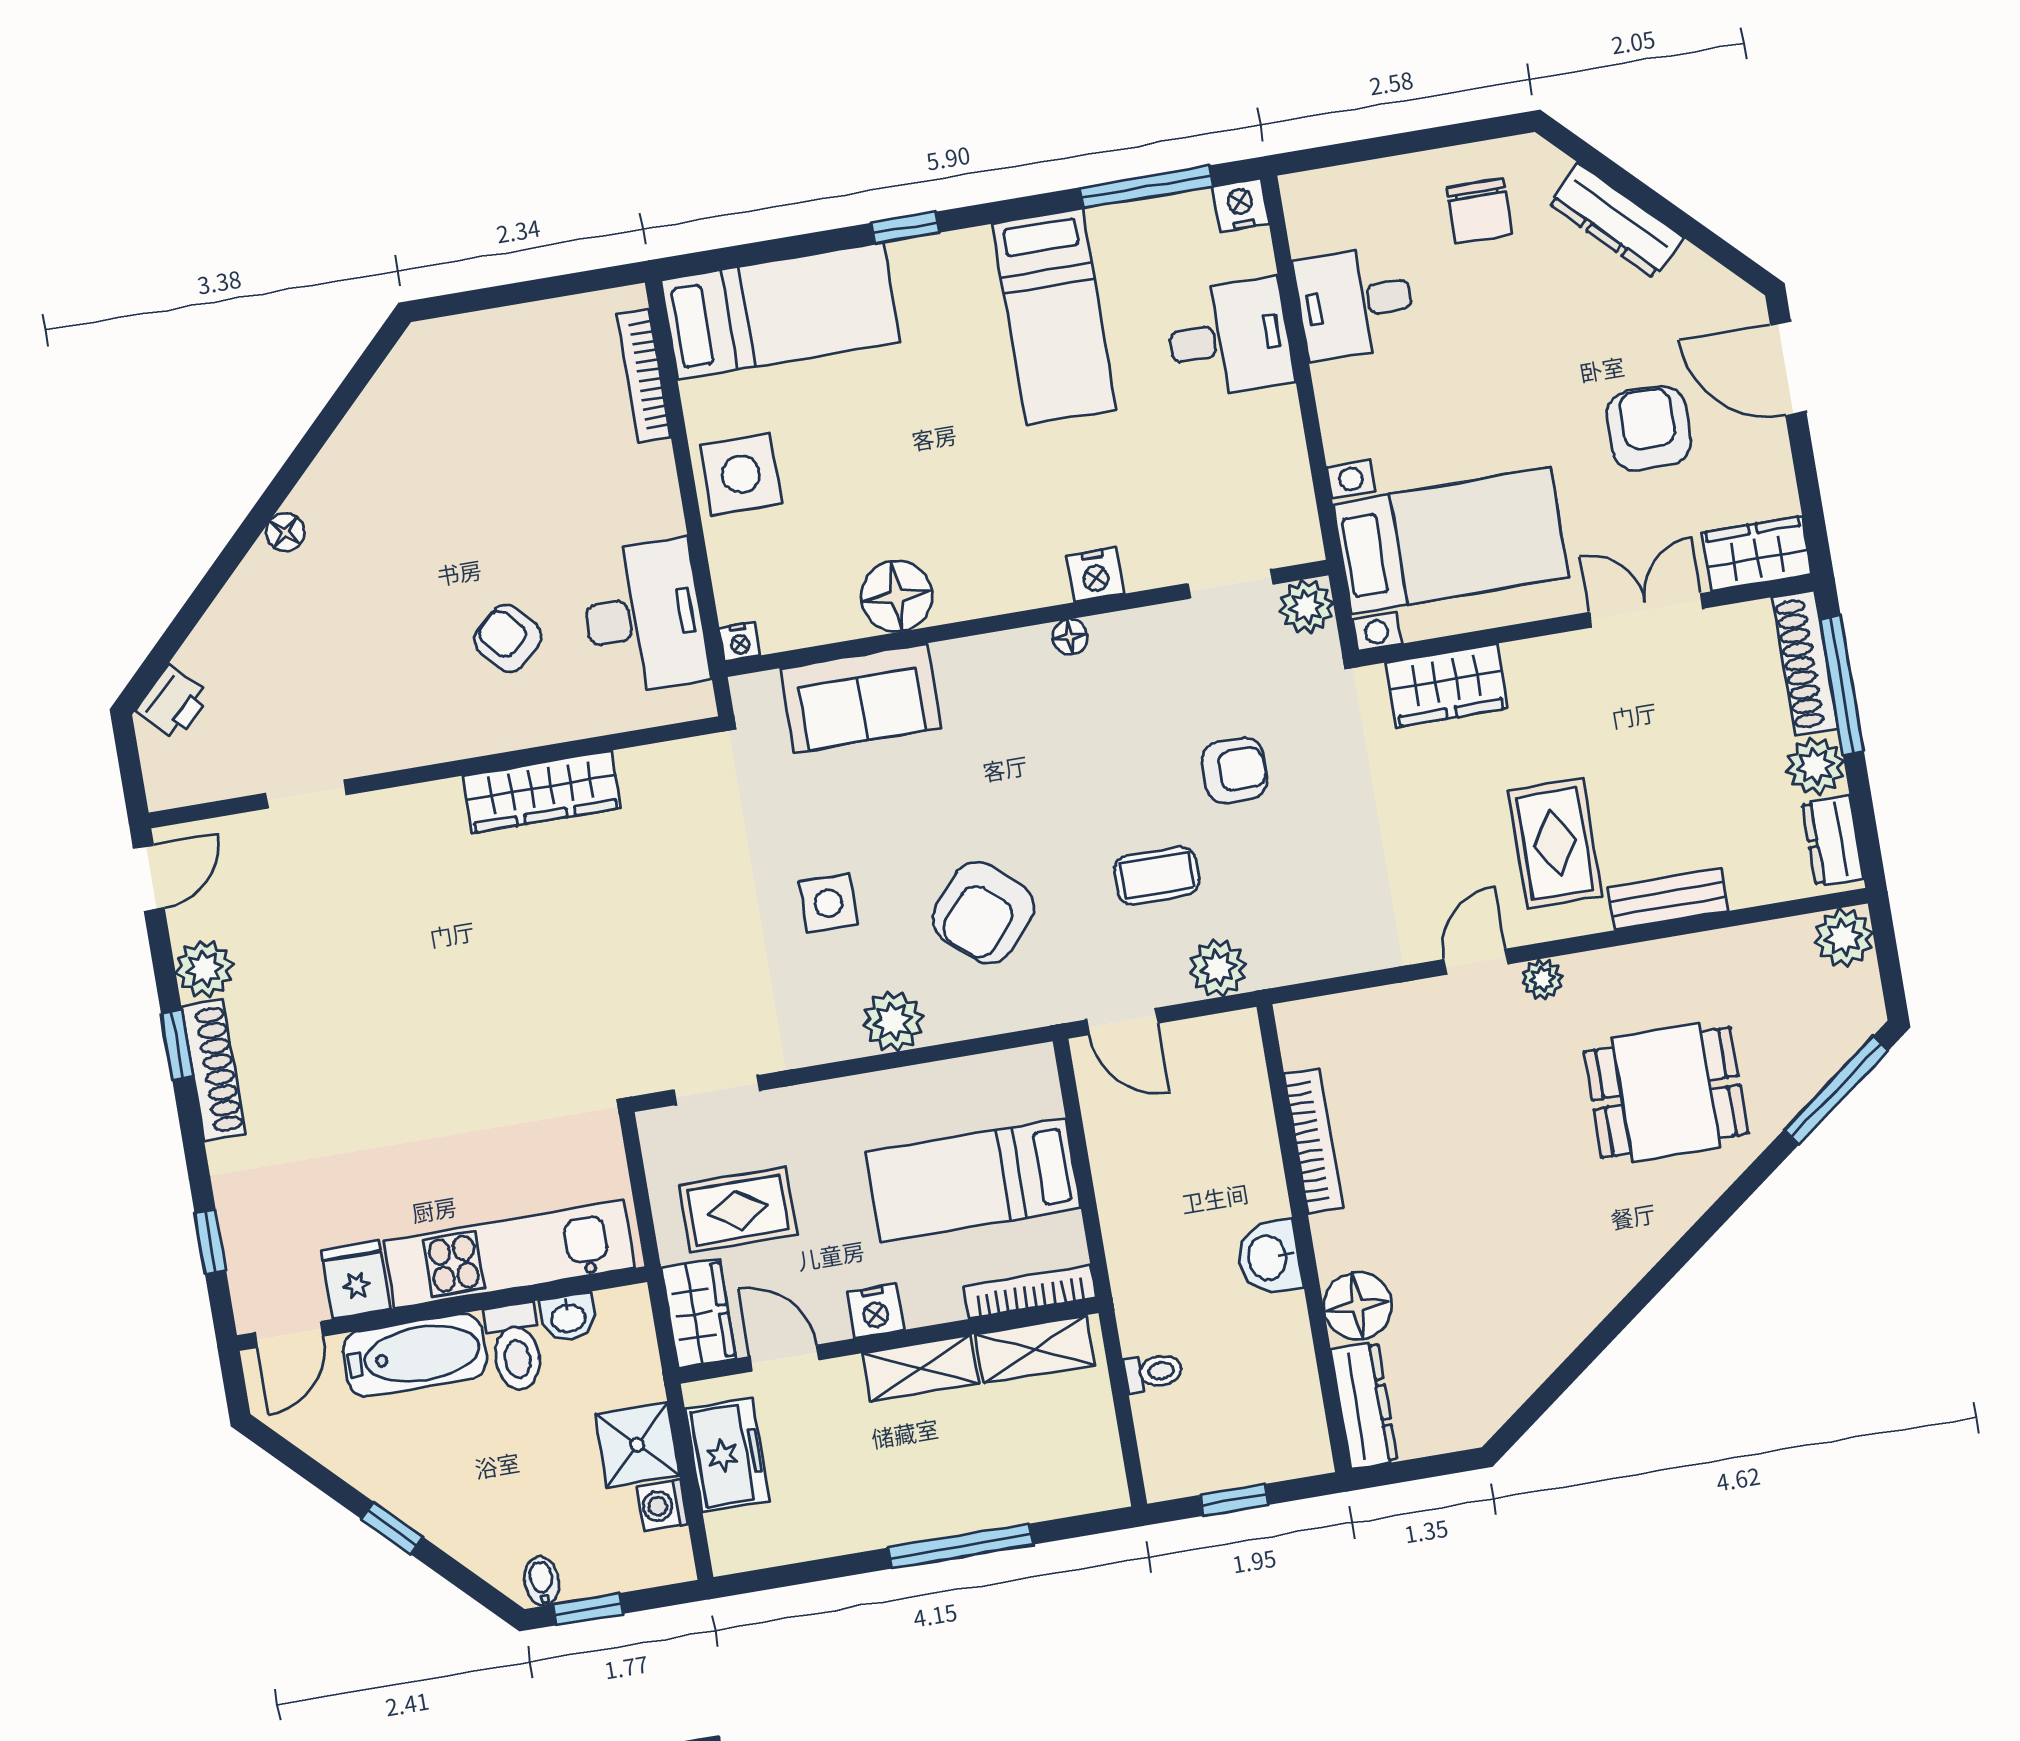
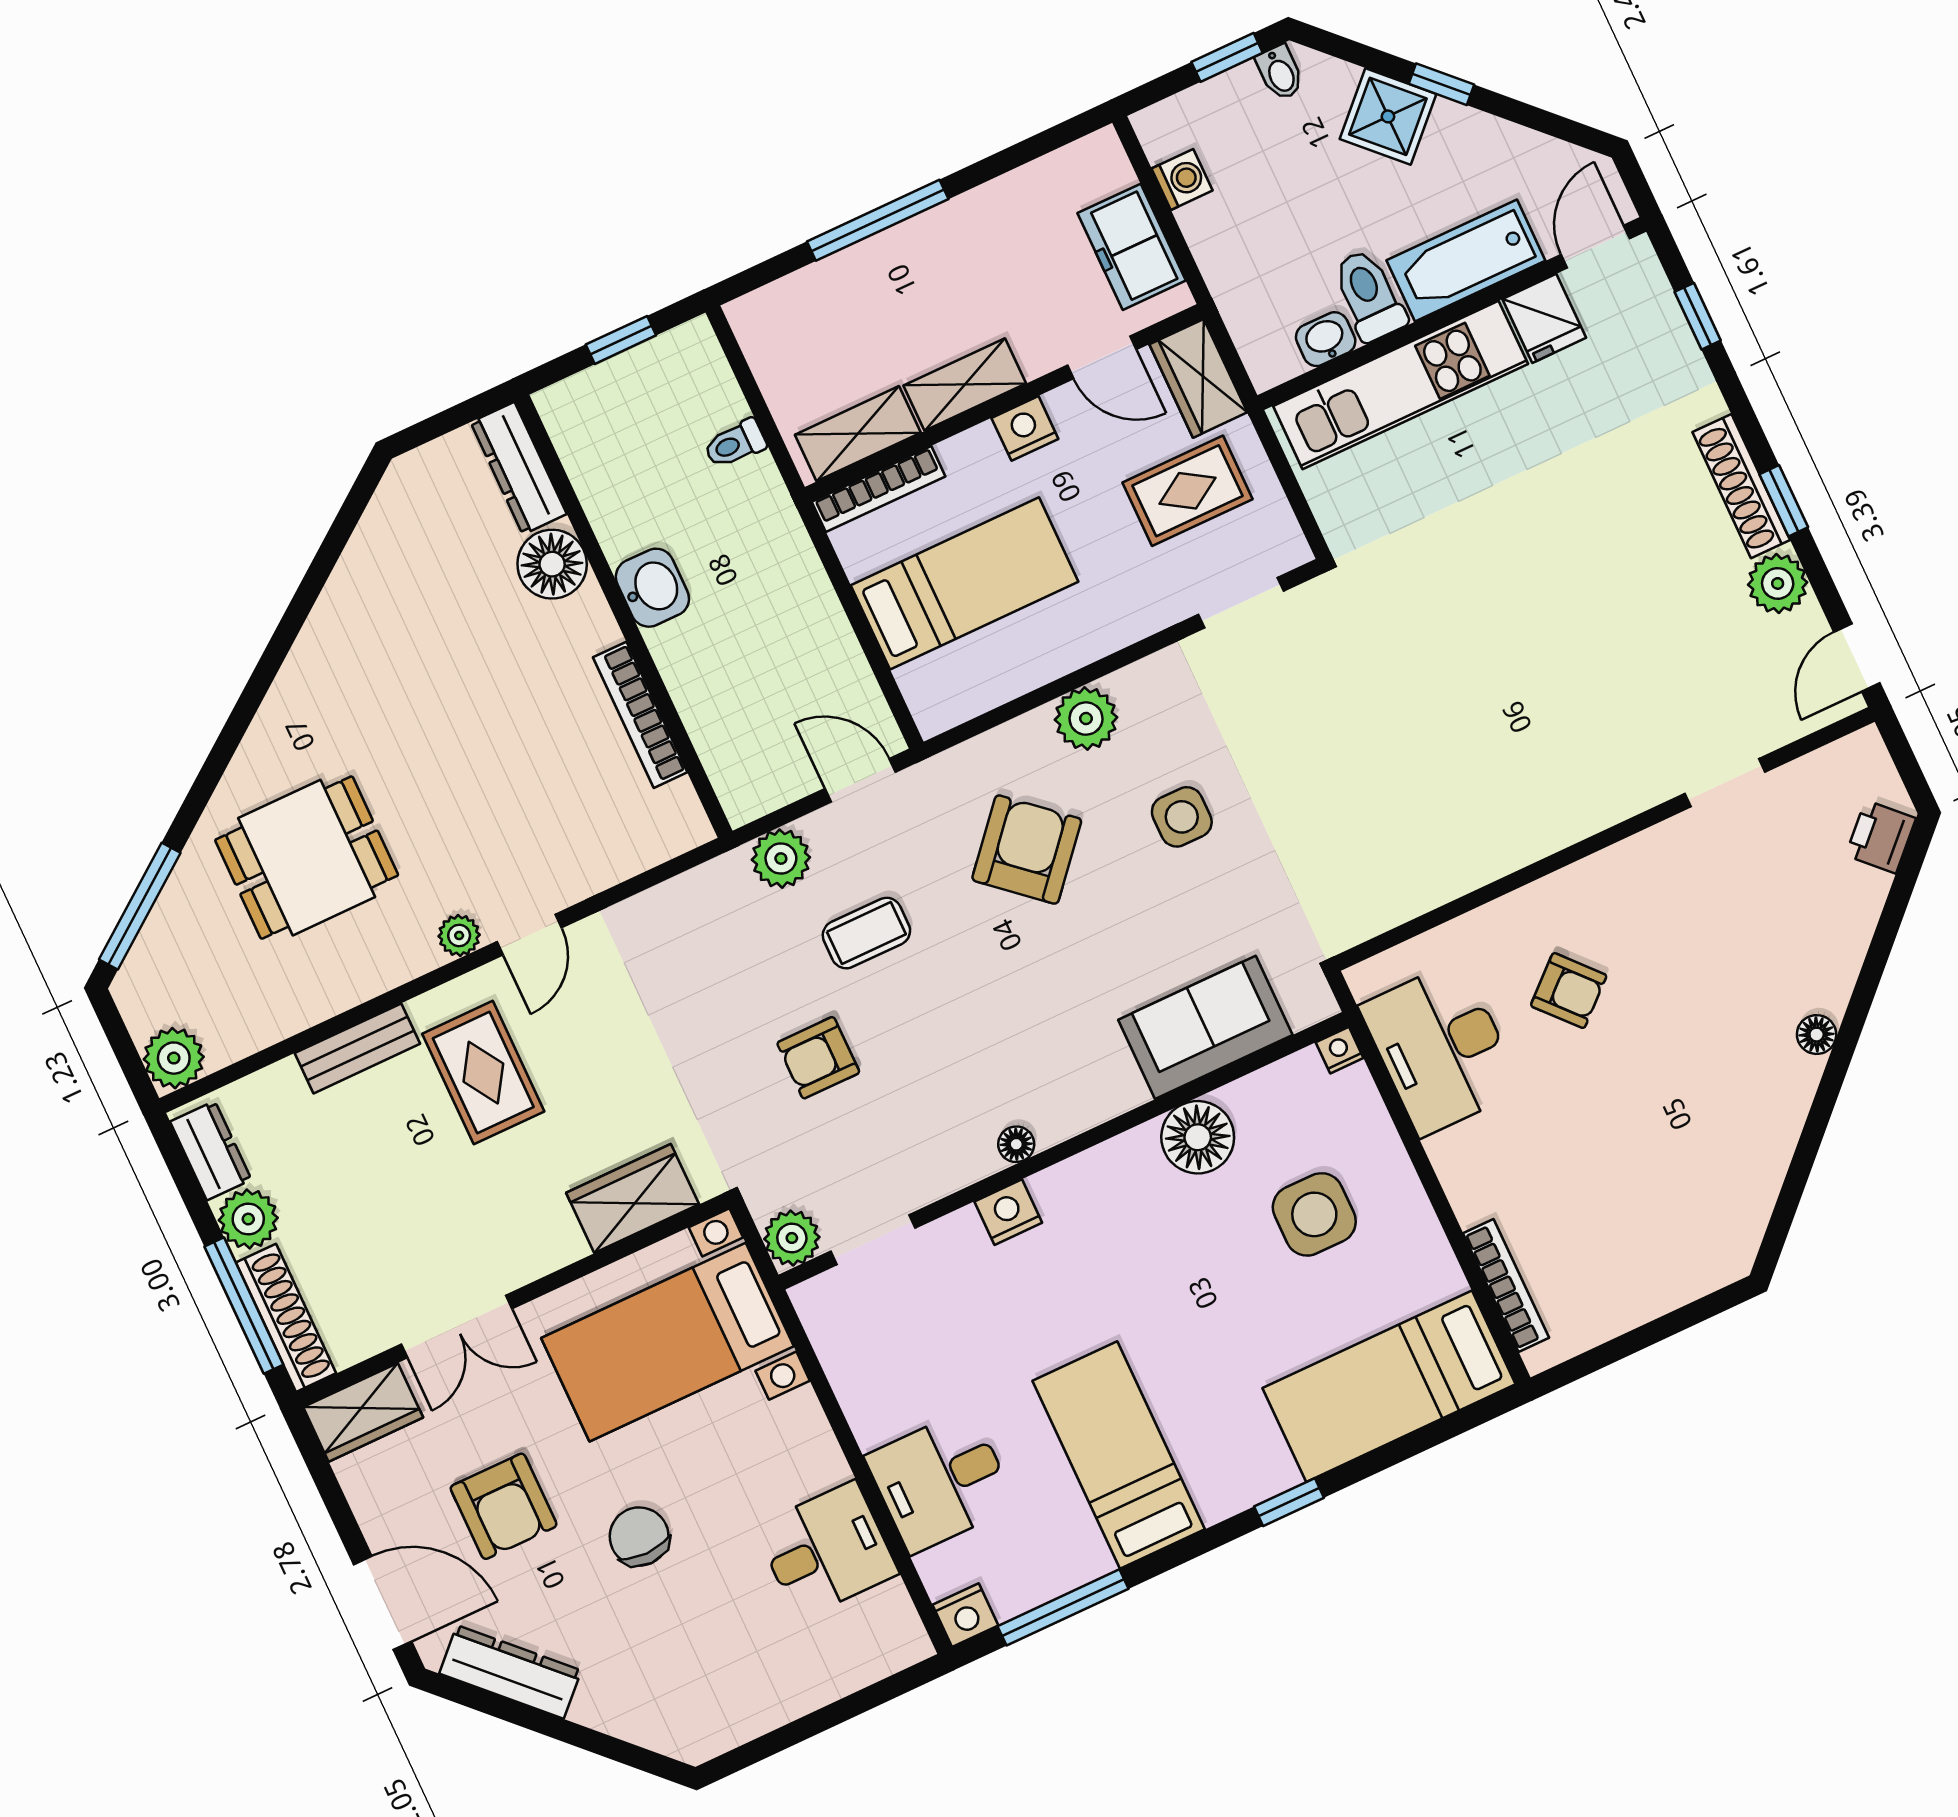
chair: (1479, 211) -> (639, 1537), moved
dresser: (1616, 221) -> (510, 1672), moved
side table: (741, 474) -> (1314, 1214), moved
wardrobe: (542, 792) -> (1494, 849), removed
shower: (637, 1445) -> (1388, 116), moved, turned 45

